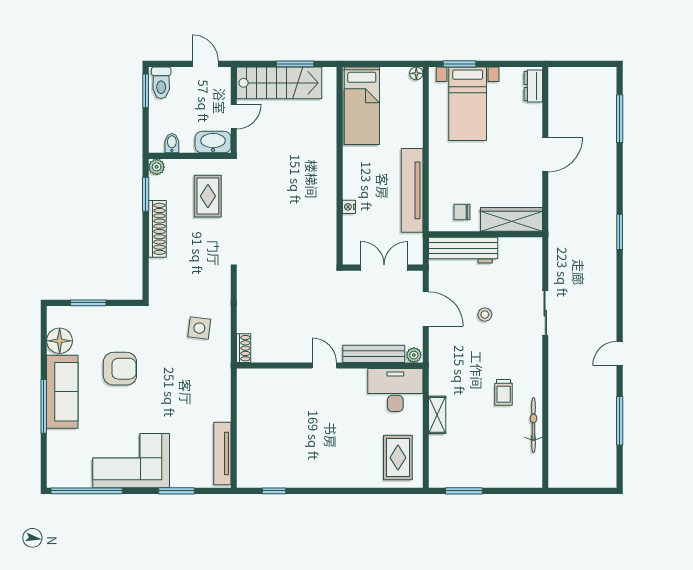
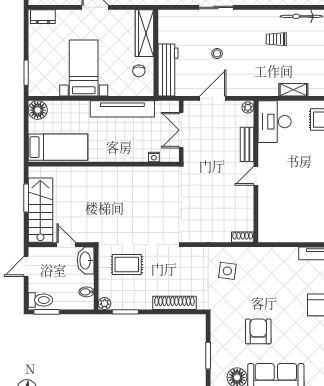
floor lamp: (416, 73) -> (38, 110), width x1.89, depth x1.89
bed with nightstands: (468, 104) -> (84, 68), moved, turned -90
nightstand: (349, 207) -> (154, 157), moved
shoe rack: (157, 229) -> (174, 303), moved
bench: (374, 354) -> (247, 144), width x0.73
trolley: (504, 392) -> (276, 39), turned 180

